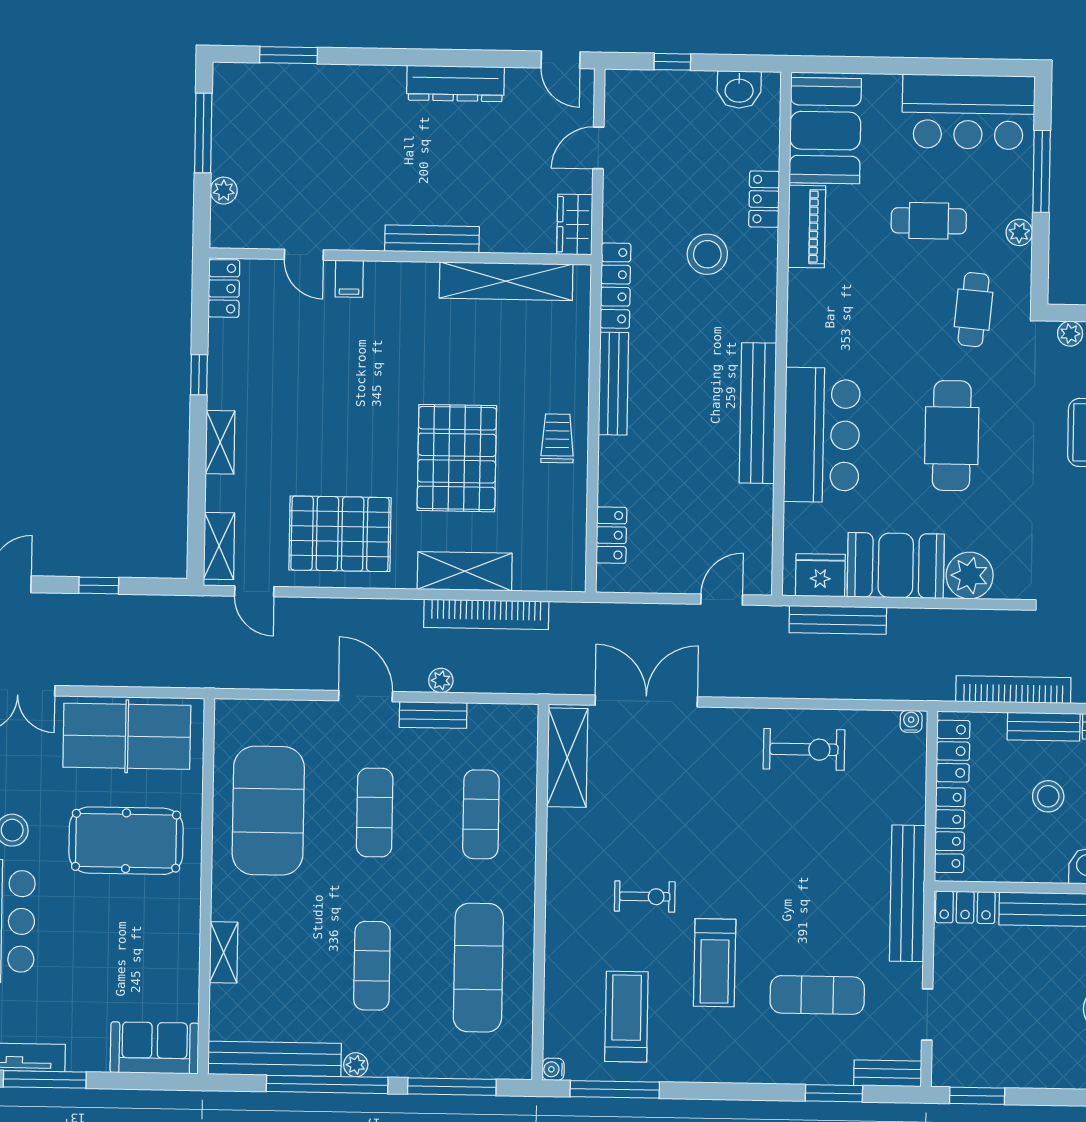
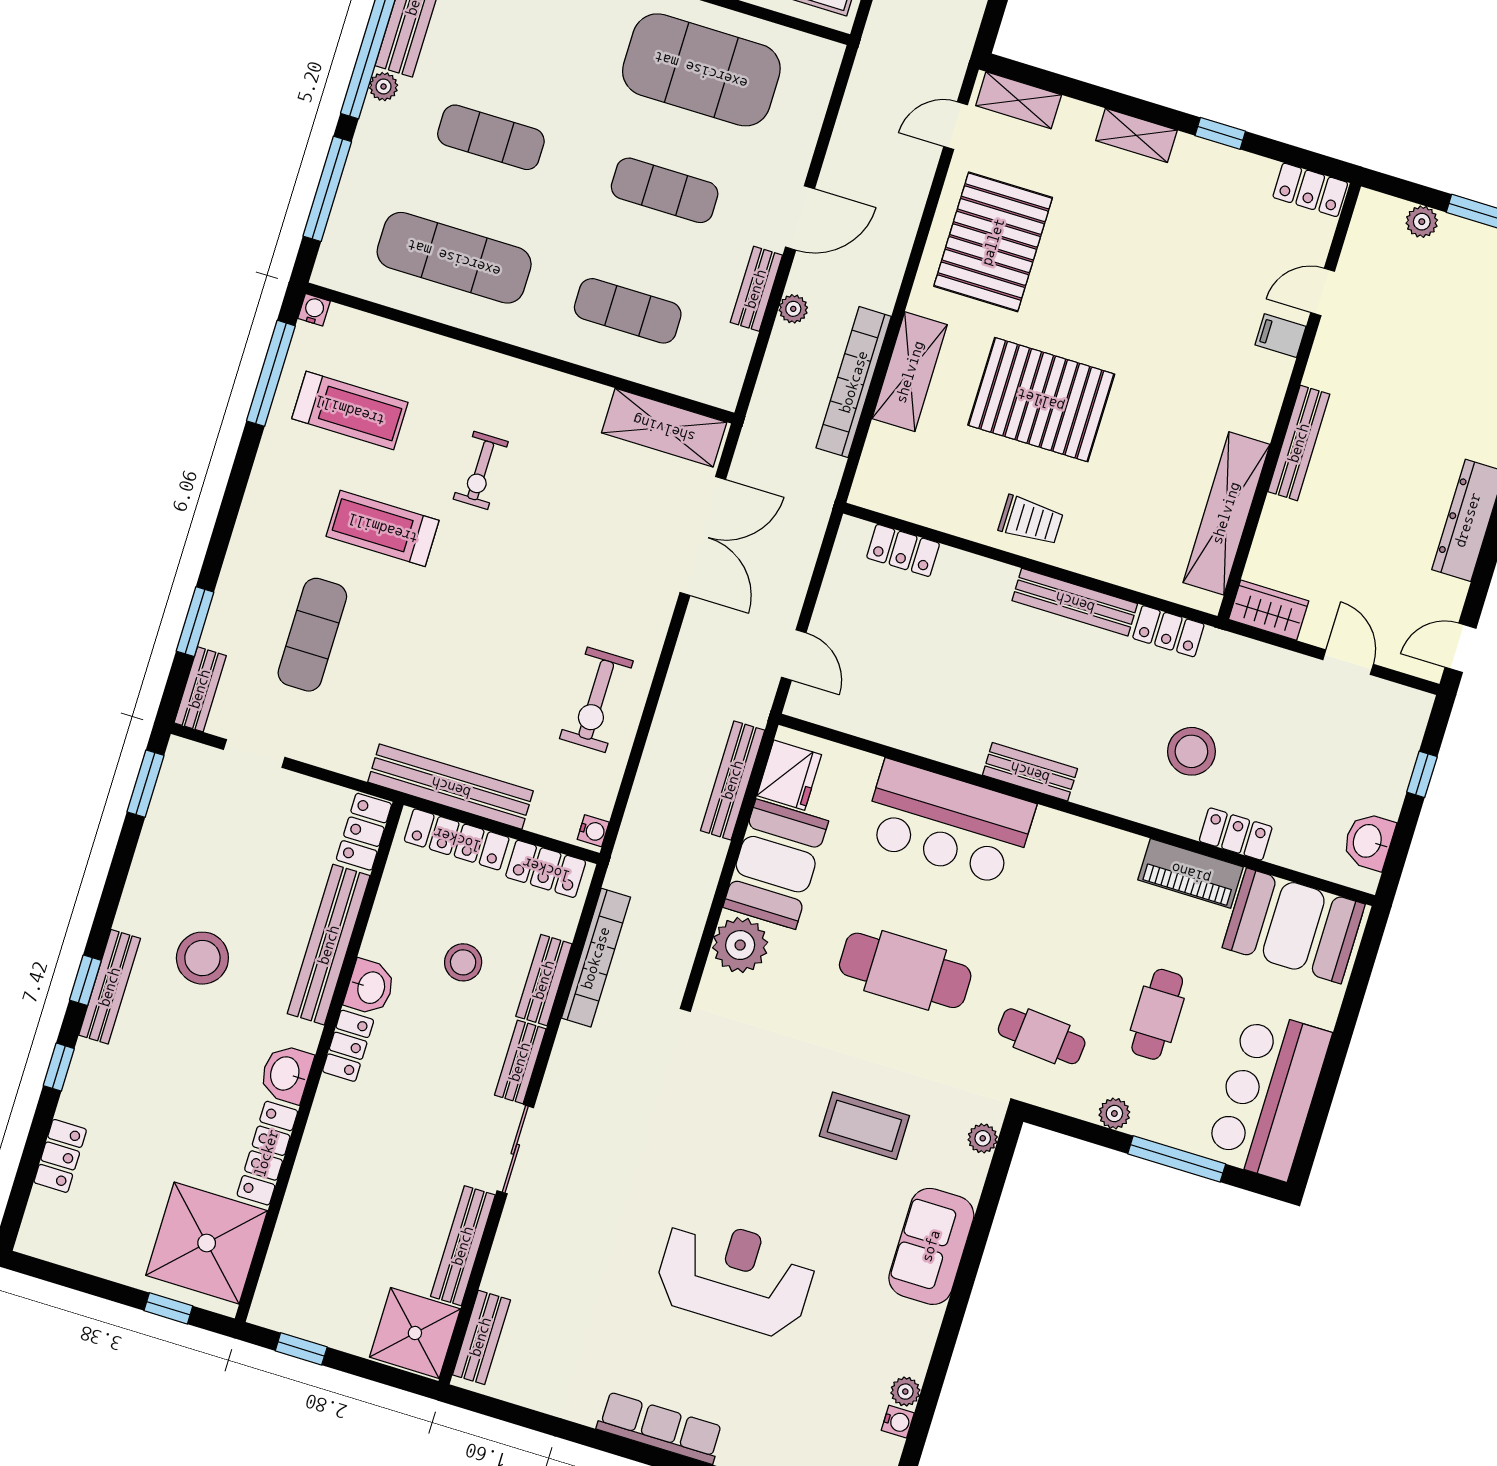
locker: (615, 286) -> (1168, 631), width x0.66
bench: (758, 413) -> (1030, 772), width x0.54, depth x0.82
bench: (908, 893) -> (451, 787), moved

